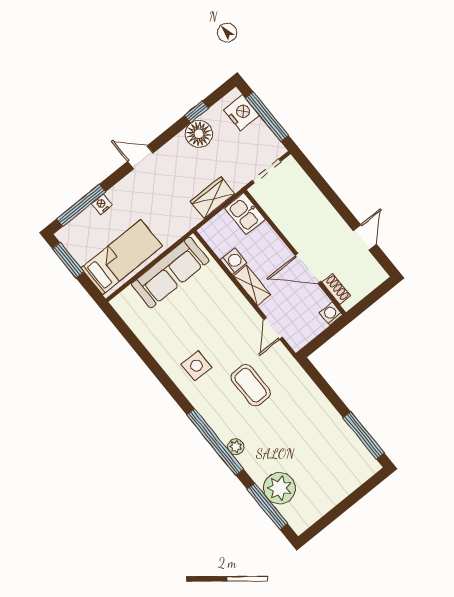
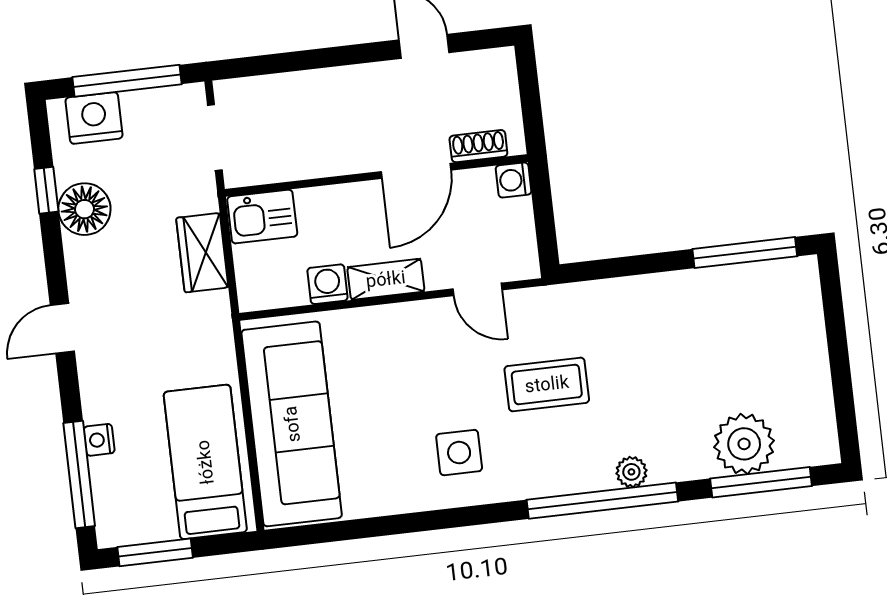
sofa: (170, 272) -> (292, 424), width x1.36, depth x1.27

